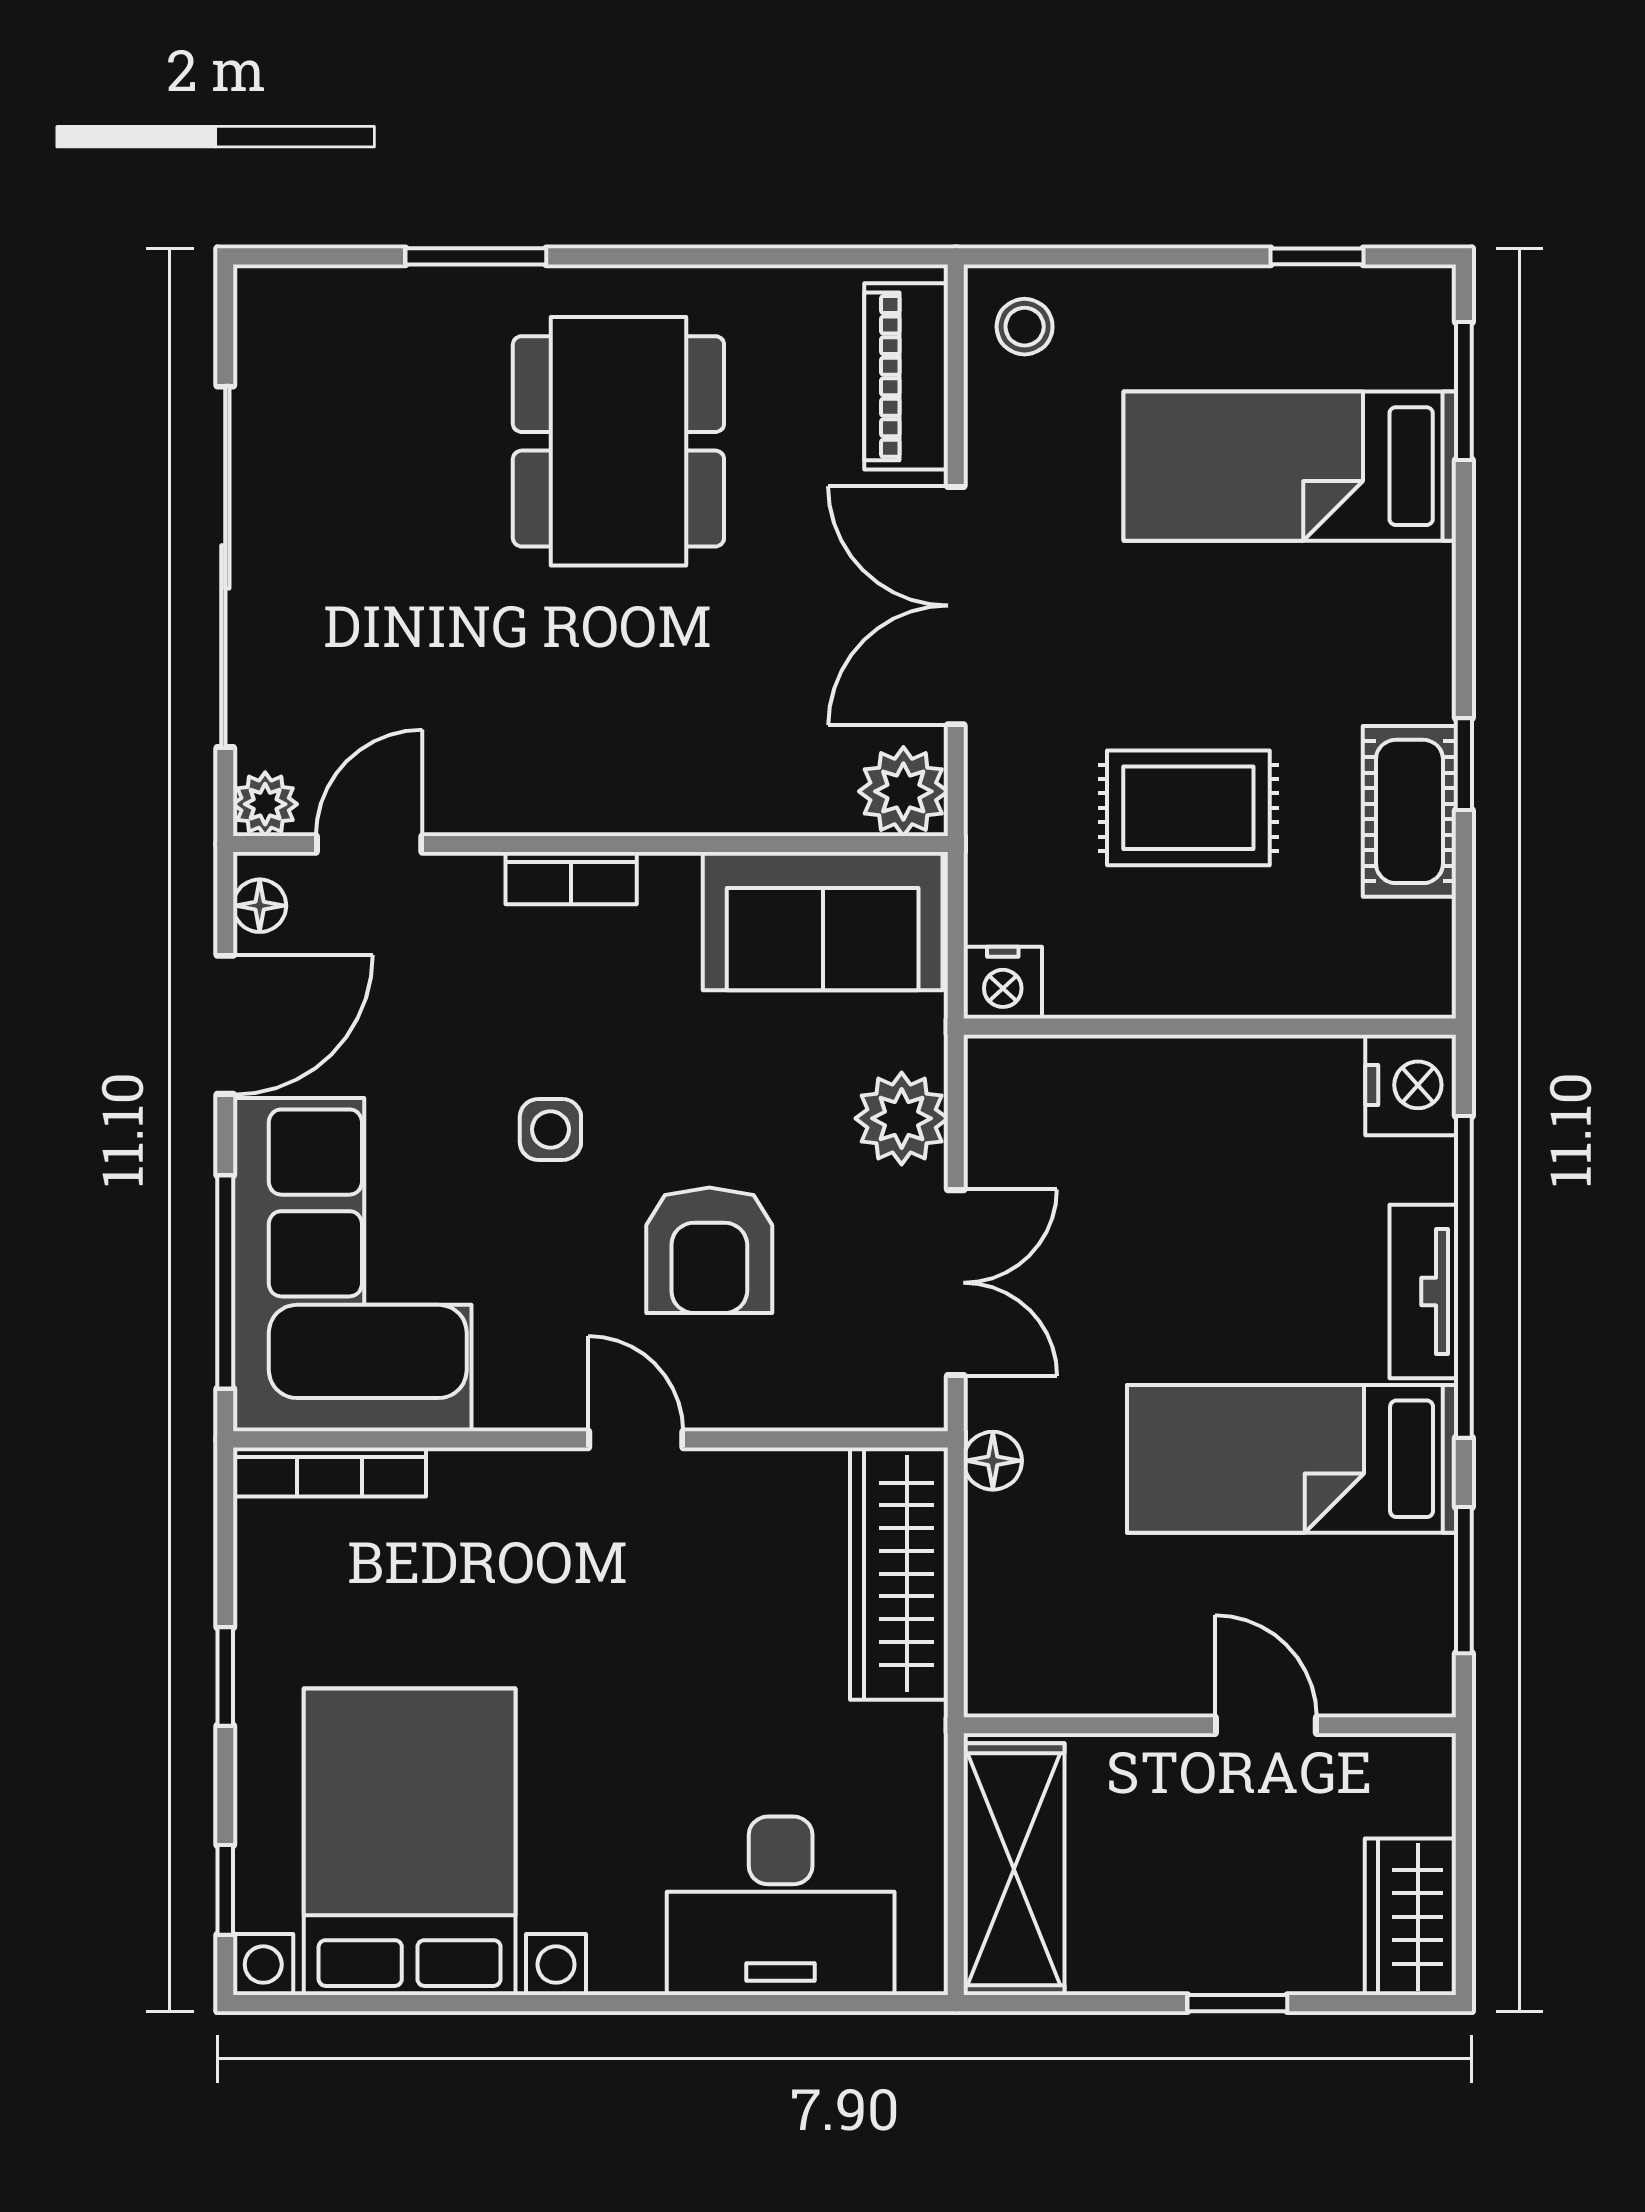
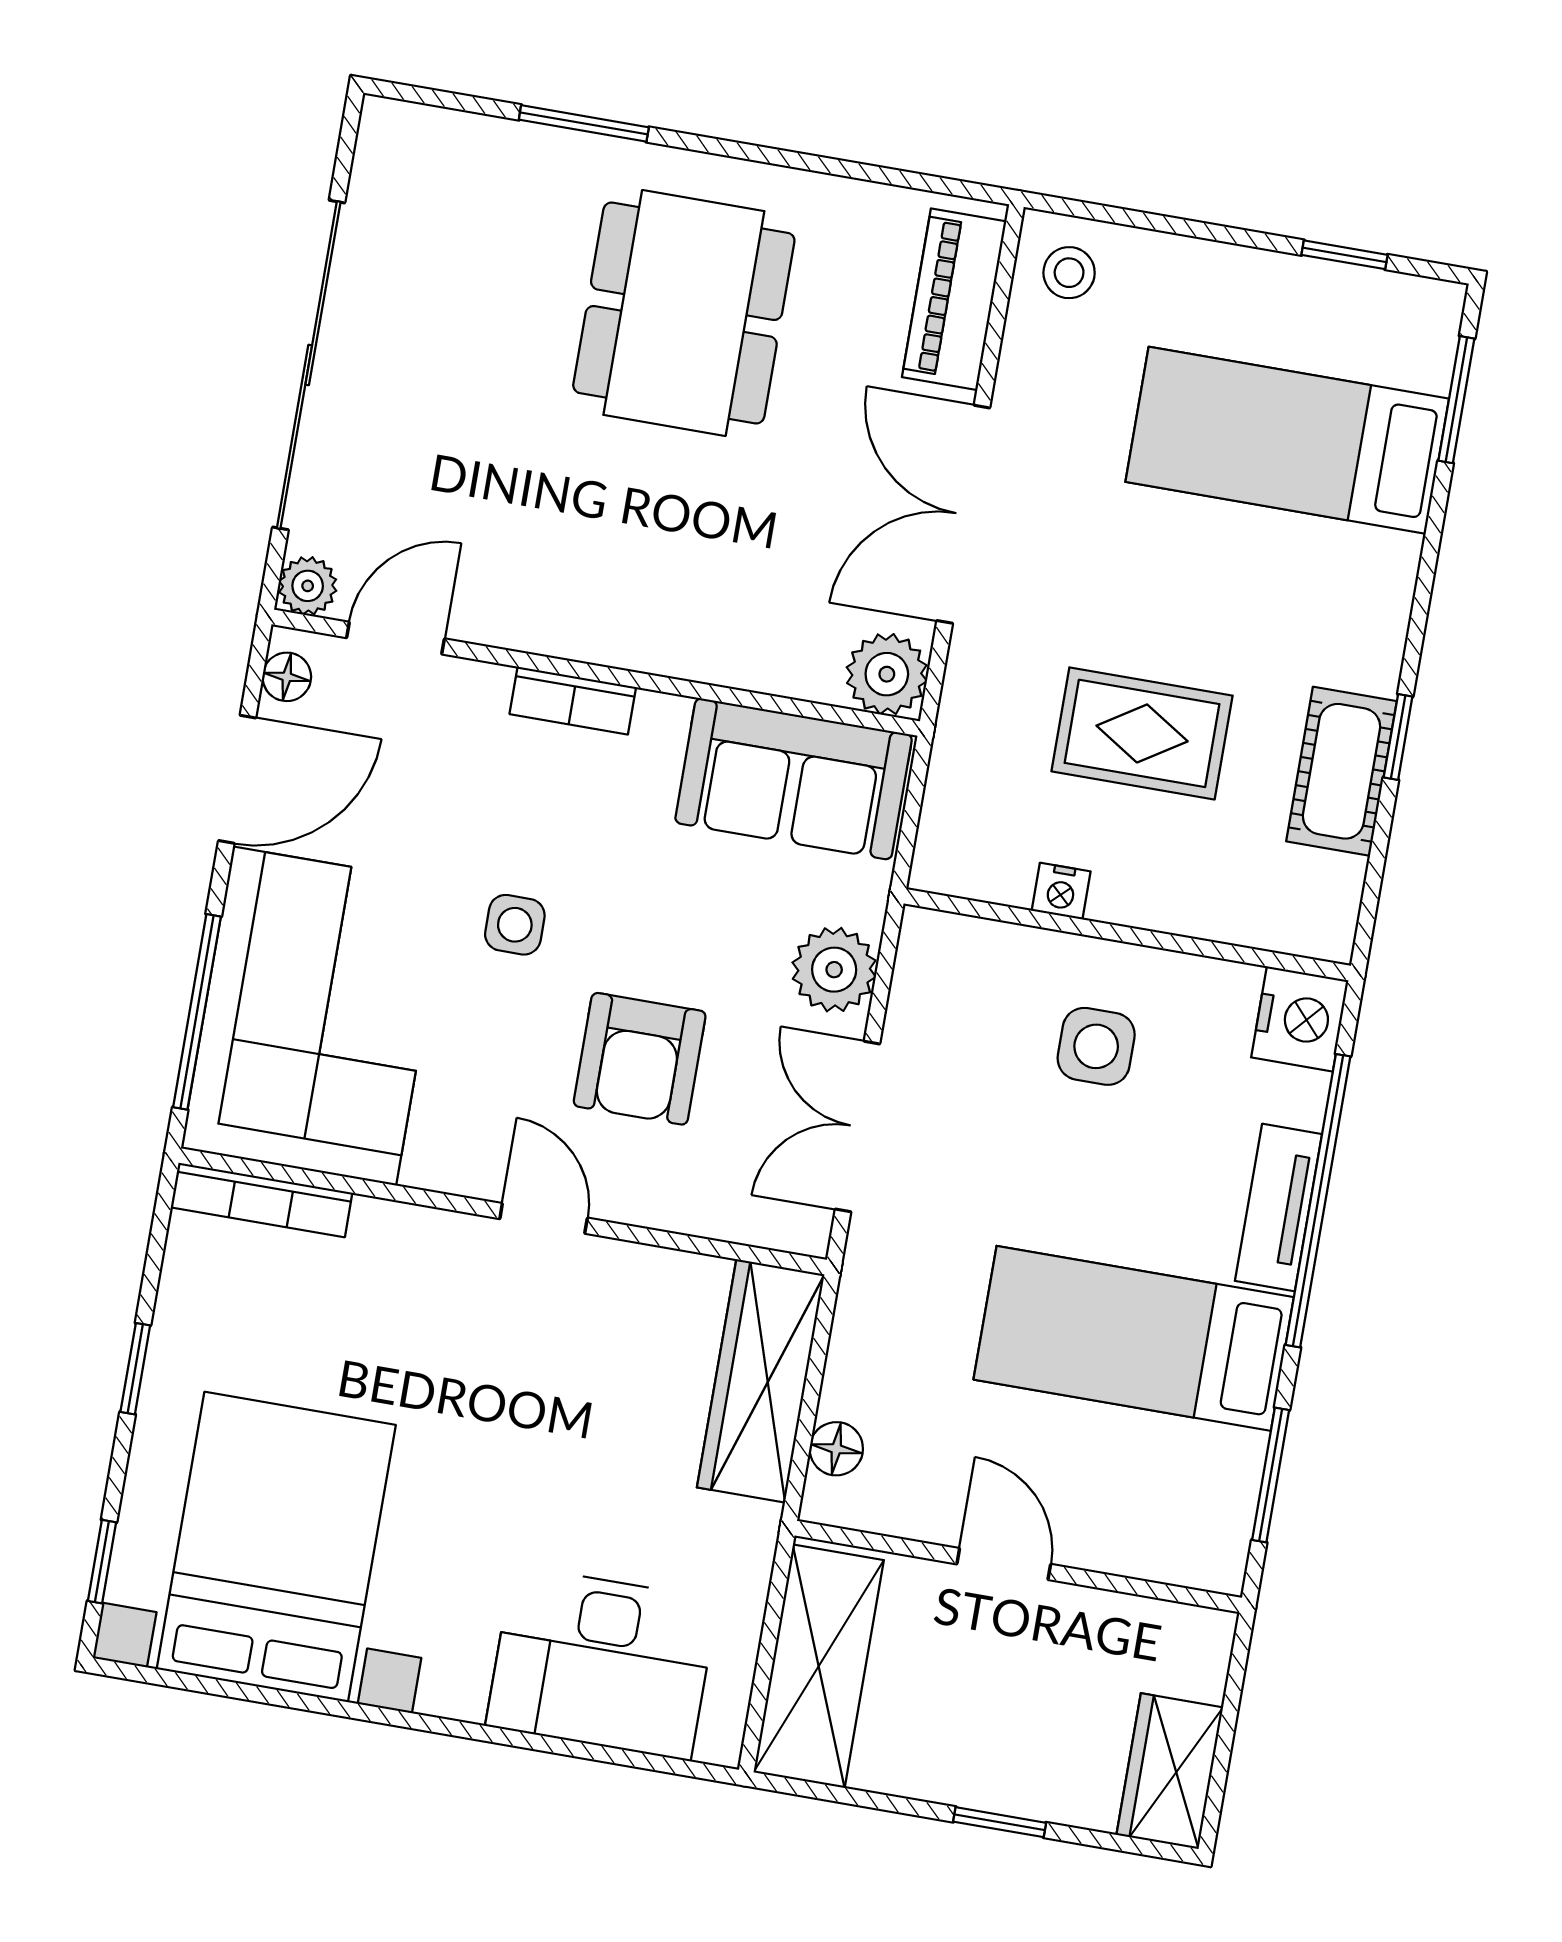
nightstand: (1003, 983) -> (1061, 891), moved, width x0.72, depth x0.74
side table: (1197, 1152) -> (1096, 1046), added
double door: (956, 1283) -> (857, 1127), swing flipped
floor lamp: (993, 1461) -> (836, 1449), moved
door: (1266, 1725) -> (1004, 1564), moved

